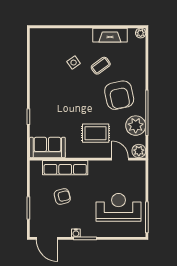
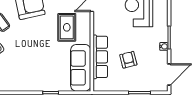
sofa: (47, 147) -> (81, 68), width x1.36

